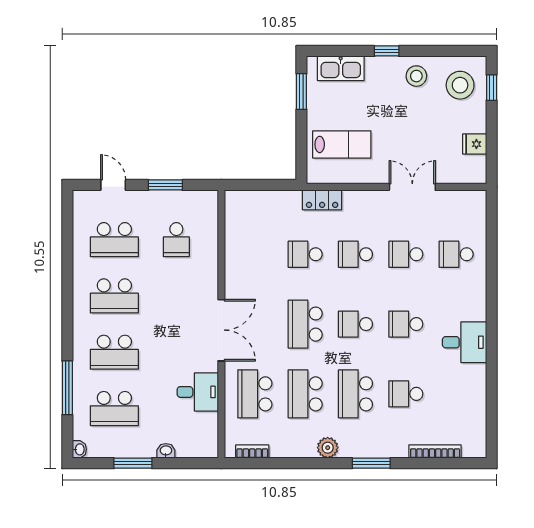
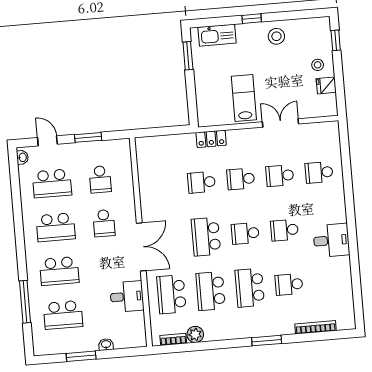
stool: (460, 85) -> (318, 65), moved, width x0.53, depth x0.53
lab bench: (342, 144) -> (244, 98), moved, turned -90
school desk: (176, 296) -> (104, 223), added
plant: (328, 448) -> (195, 334), moved
washbasin: (79, 449) -> (22, 157), moved

